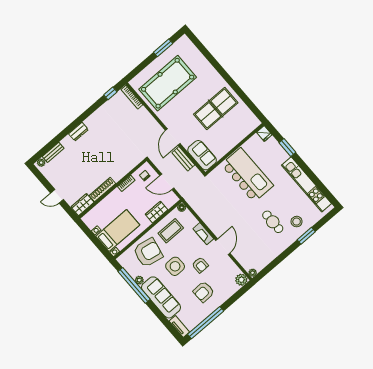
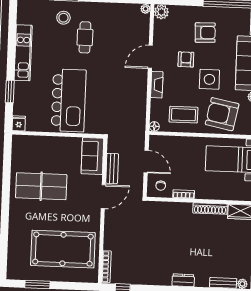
kitchen island: (247, 175) -> (69, 100), turned 180
kitchen unit: (306, 184) -> (23, 53), width x0.73
wardrobe: (156, 212) -> (181, 143), removed

